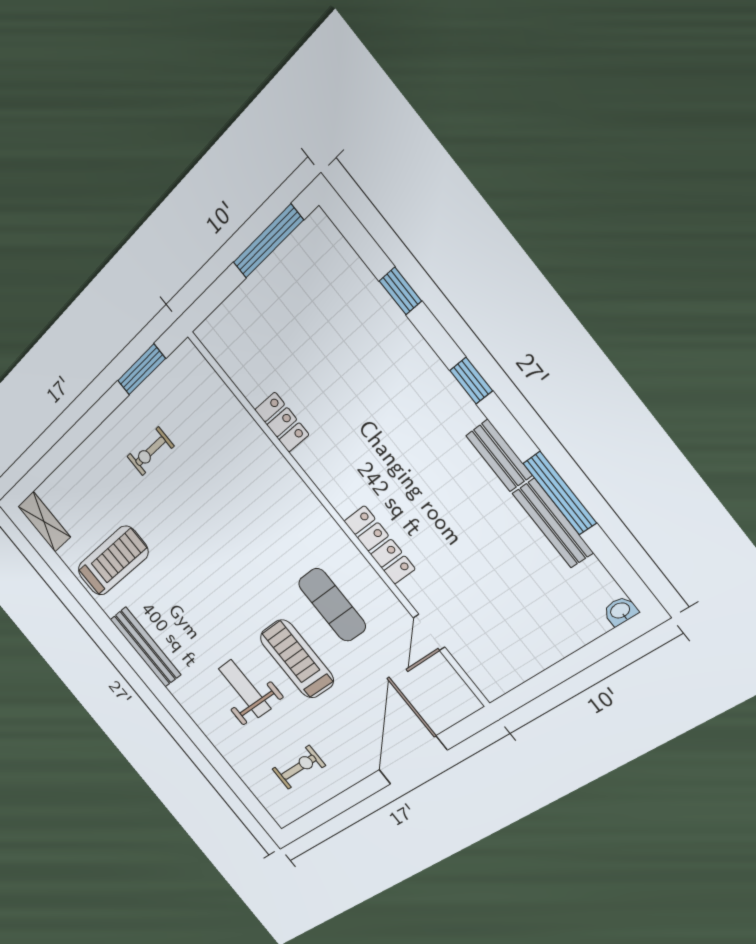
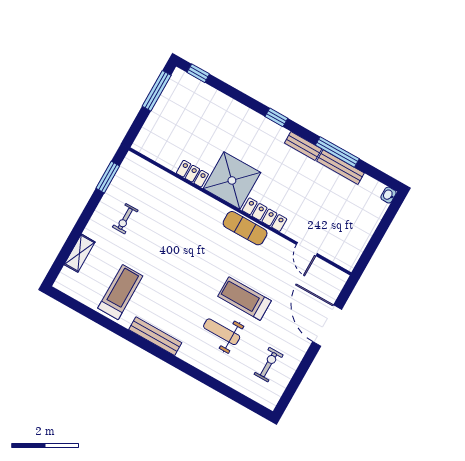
window: (400, 291) -> (198, 73), moved
shower: (345, 463) -> (232, 180), added
shelving: (44, 522) -> (80, 253), moved, turned 90
exercise mat: (332, 605) -> (245, 228), moved

